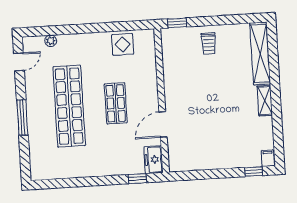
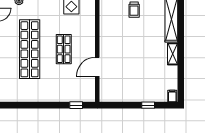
freezer: (153, 160) -> (89, 92), removed
window: (254, 172) -> (148, 105), moved

